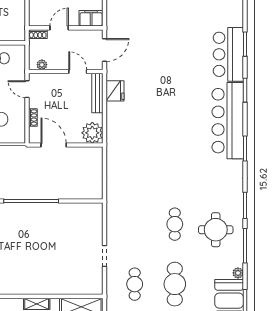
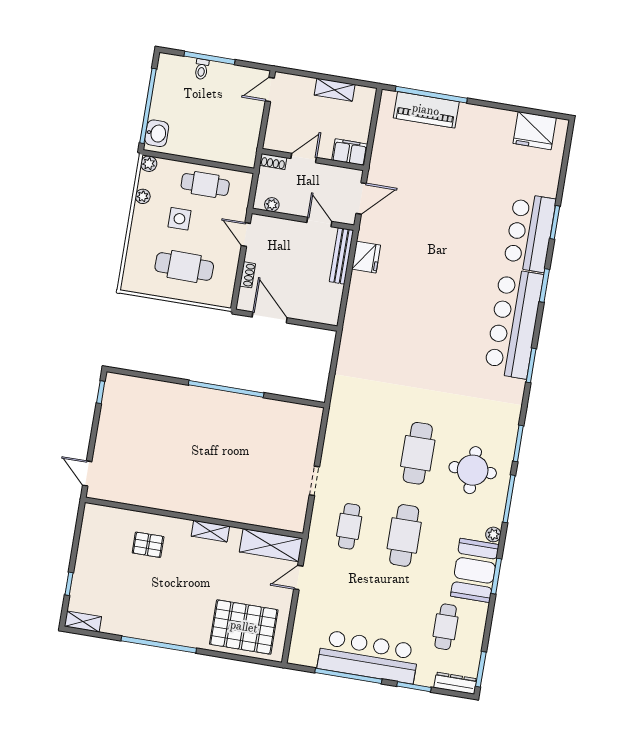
plant: (92, 133) -> (325, 309), removed
cafe table: (175, 224) -> (418, 453), width x1.37, depth x1.35

